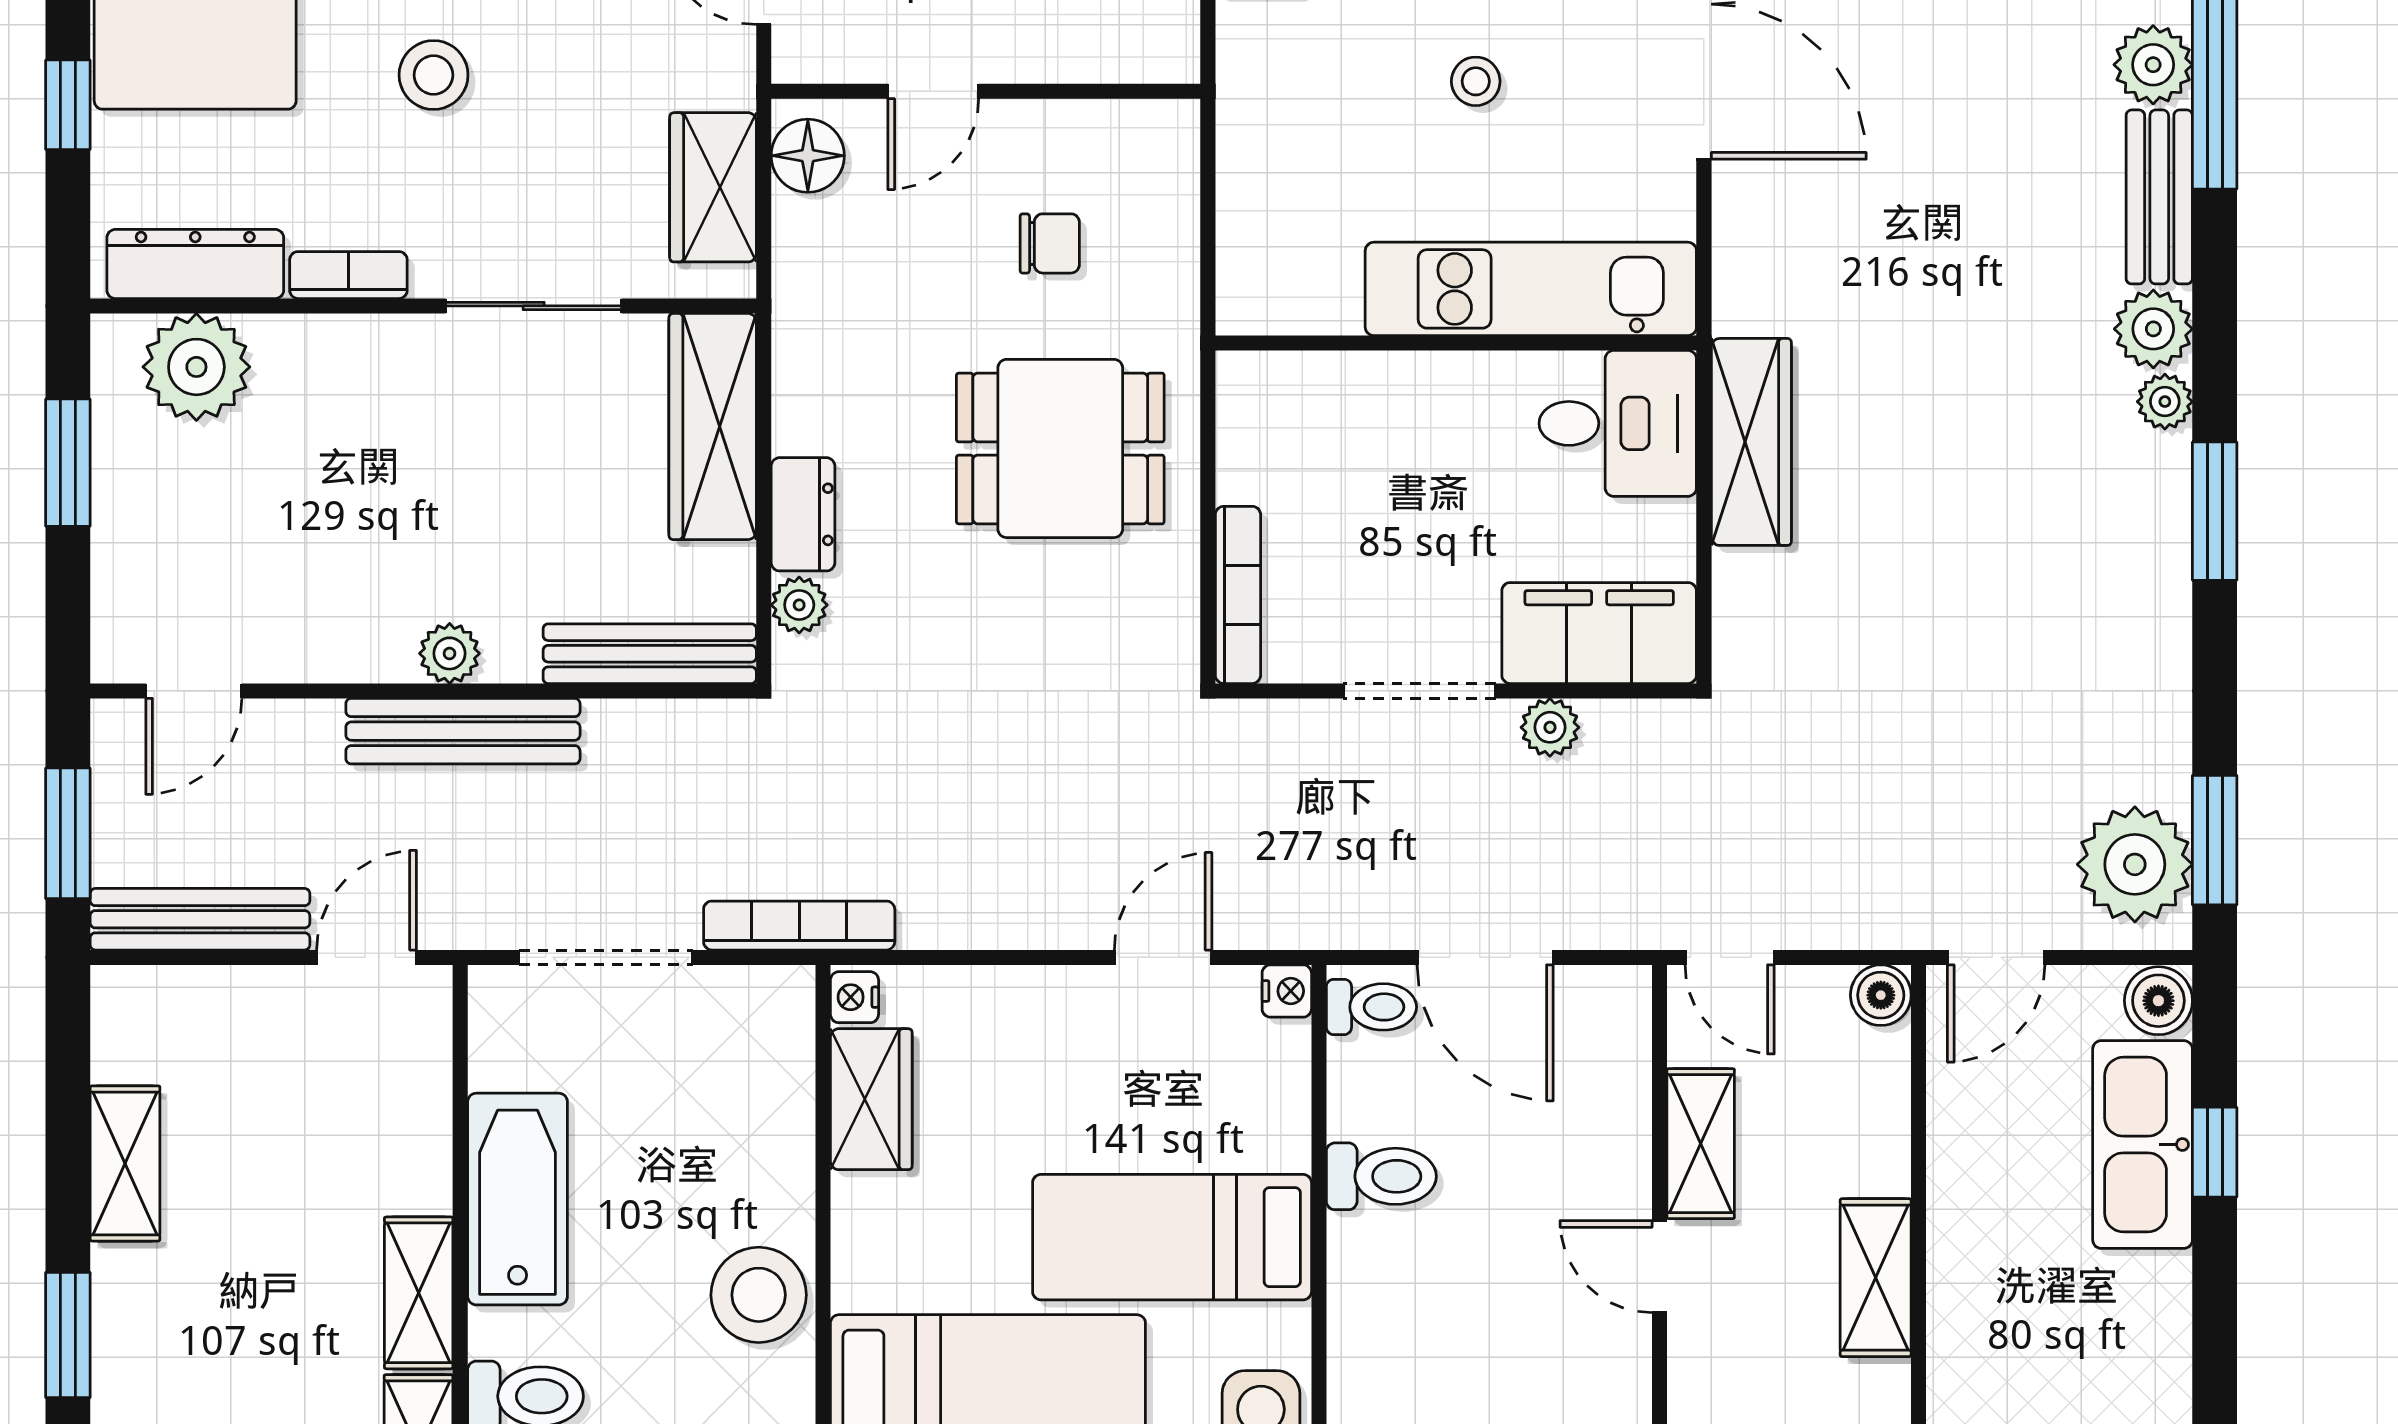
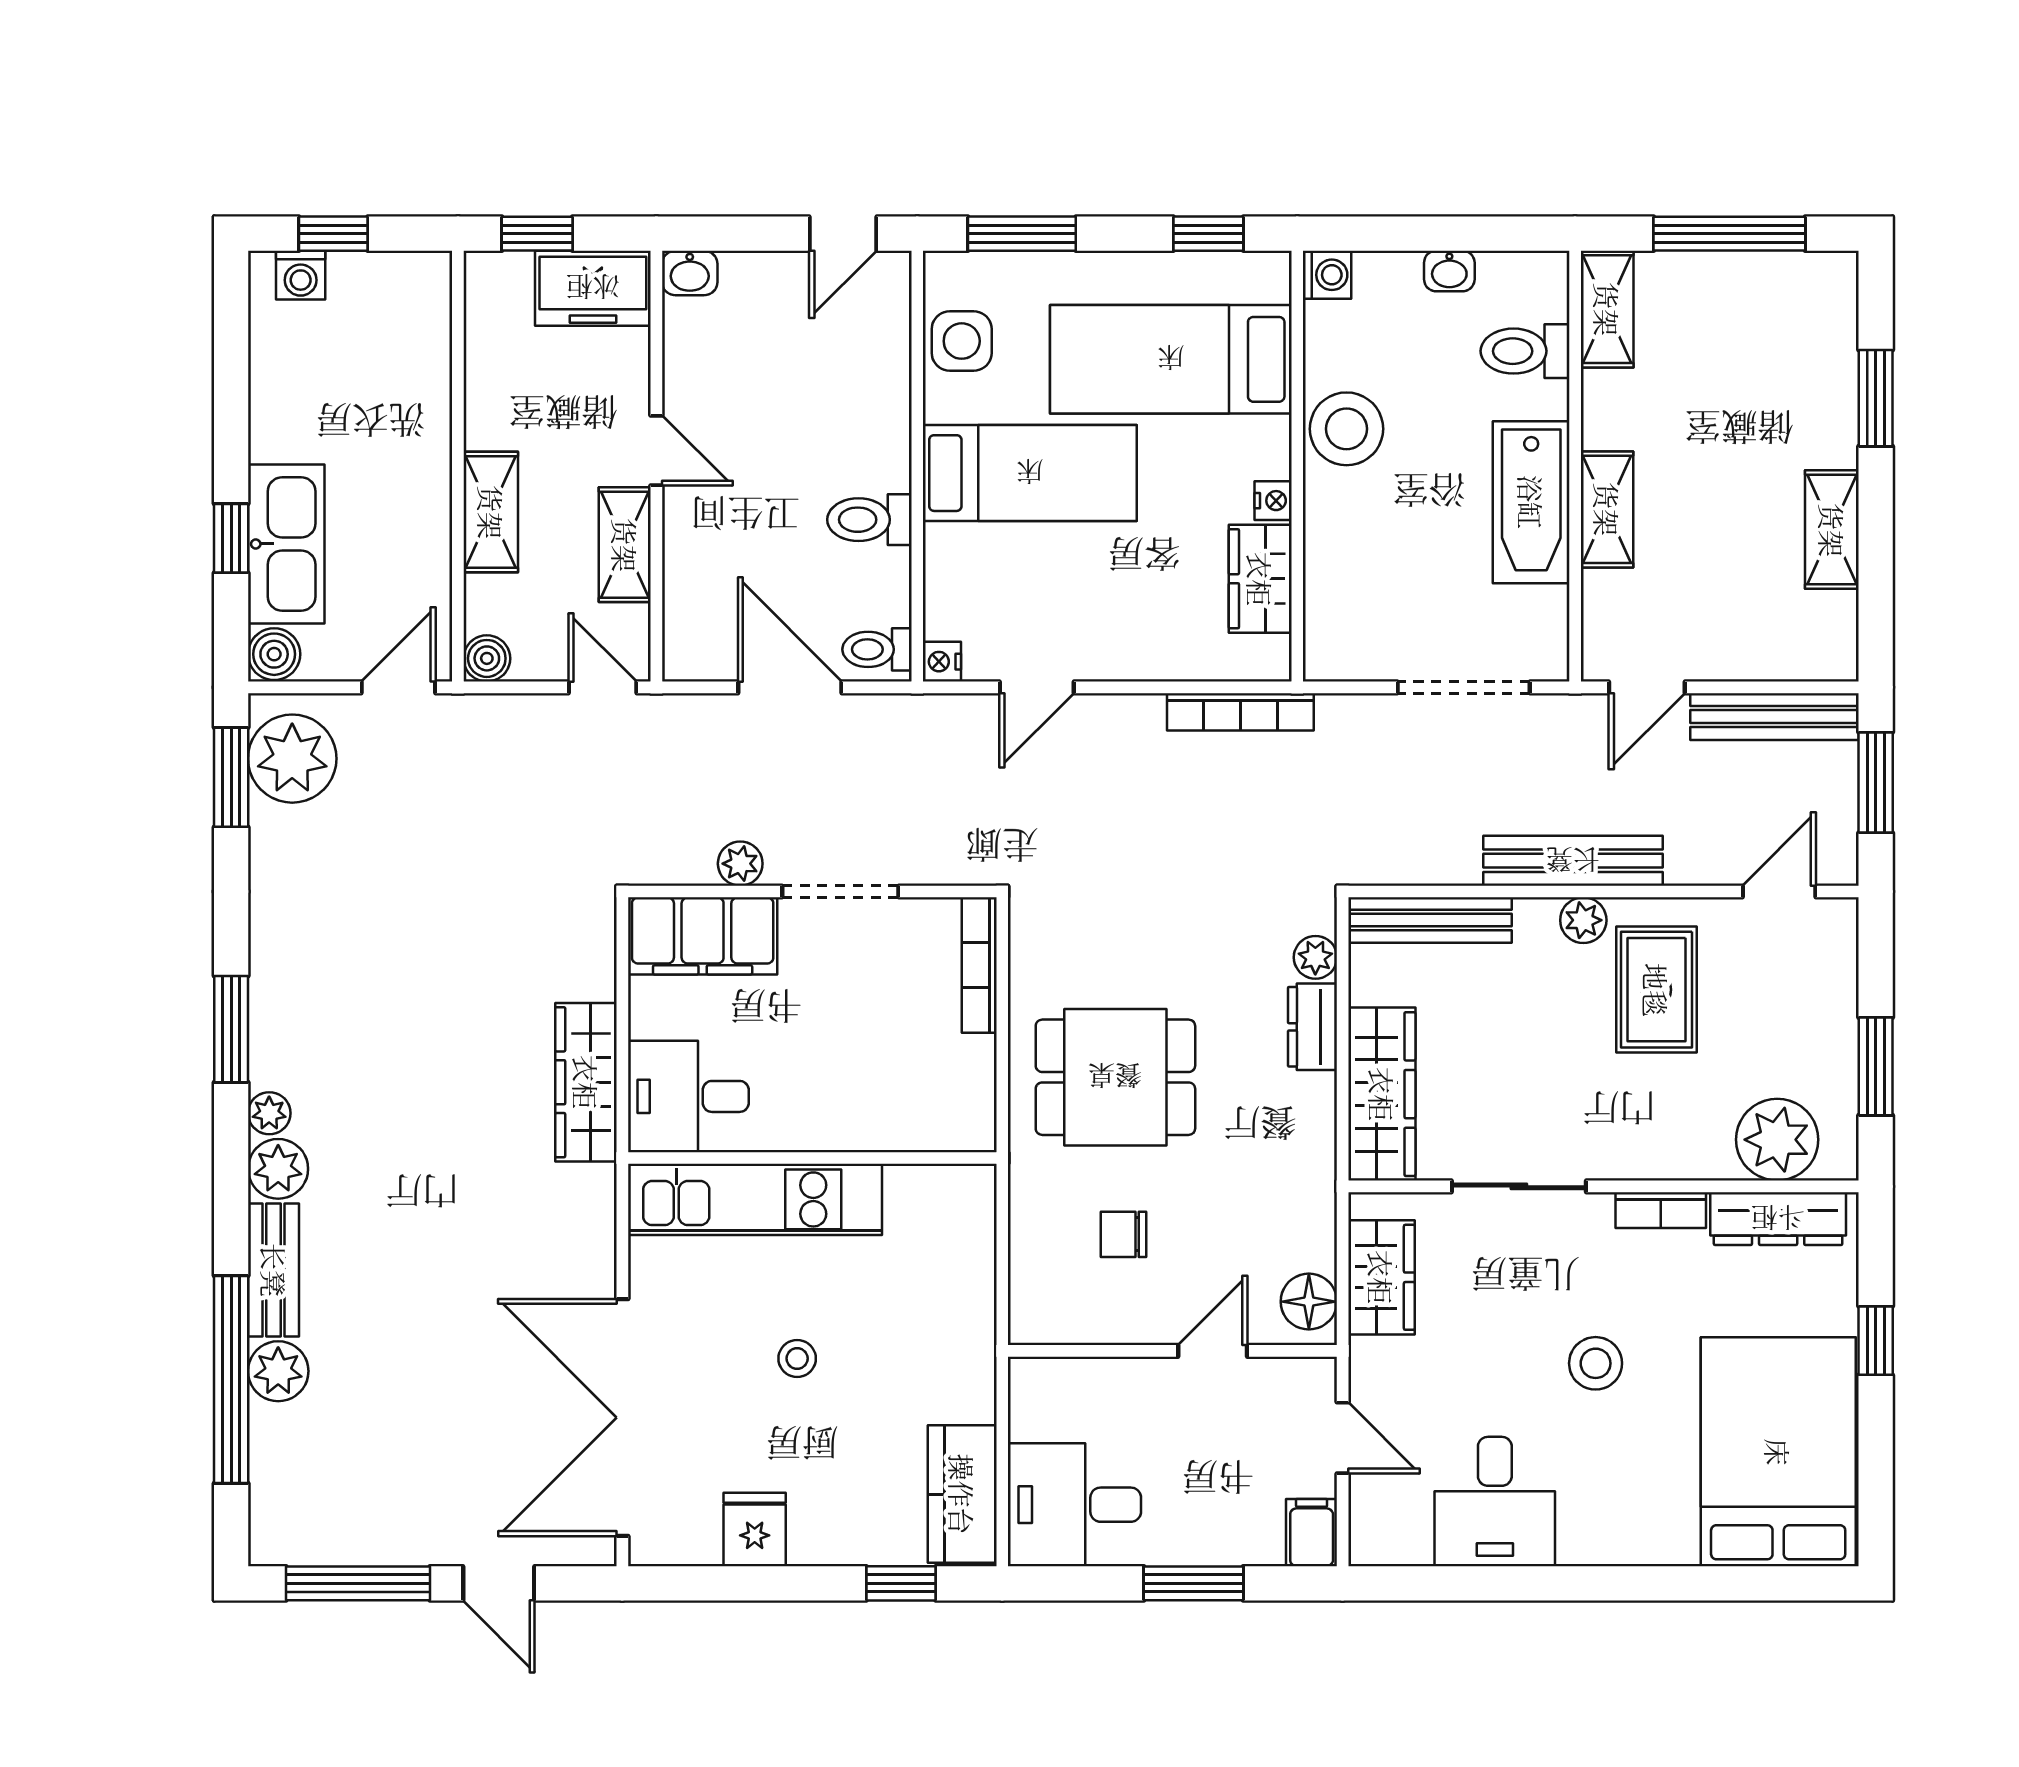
rug: (354, 563) -> (1656, 990), added
bookcase: (799, 926) -> (1240, 712), moved
nightstand: (854, 997) -> (1273, 501), moved
shelving: (1876, 1278) -> (491, 512), moved
shelving: (419, 1293) -> (1607, 509), moved

